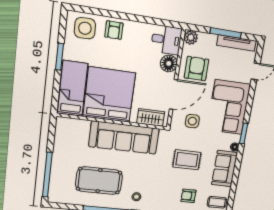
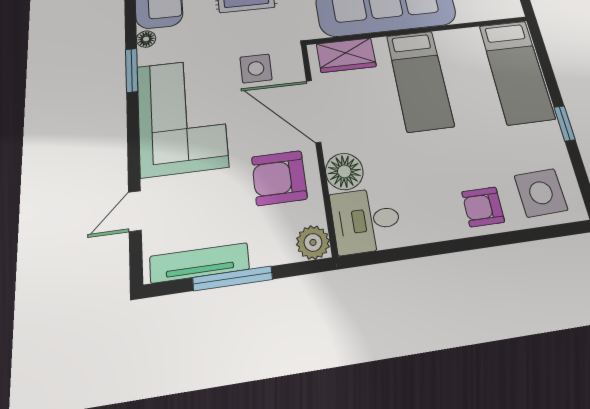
armchair: (114, 30) -> (483, 207), turned -90
window: (60, 57) -> (565, 123), width x0.67
armchair: (196, 69) -> (279, 178), turned 90
door: (173, 94) -> (313, 111), hinge flipped
bed: (109, 95) -> (420, 80), width x0.49

